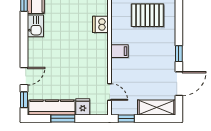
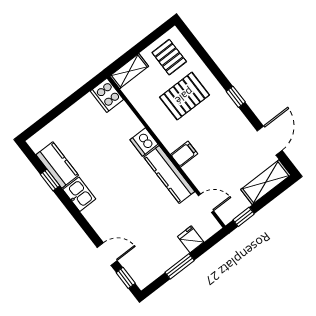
window: (179, 54) -> (236, 97), moved
door: (24, 76) -> (107, 254), hinge flipped
kitchen counter: (52, 107) -> (169, 174), moved, turned -90

